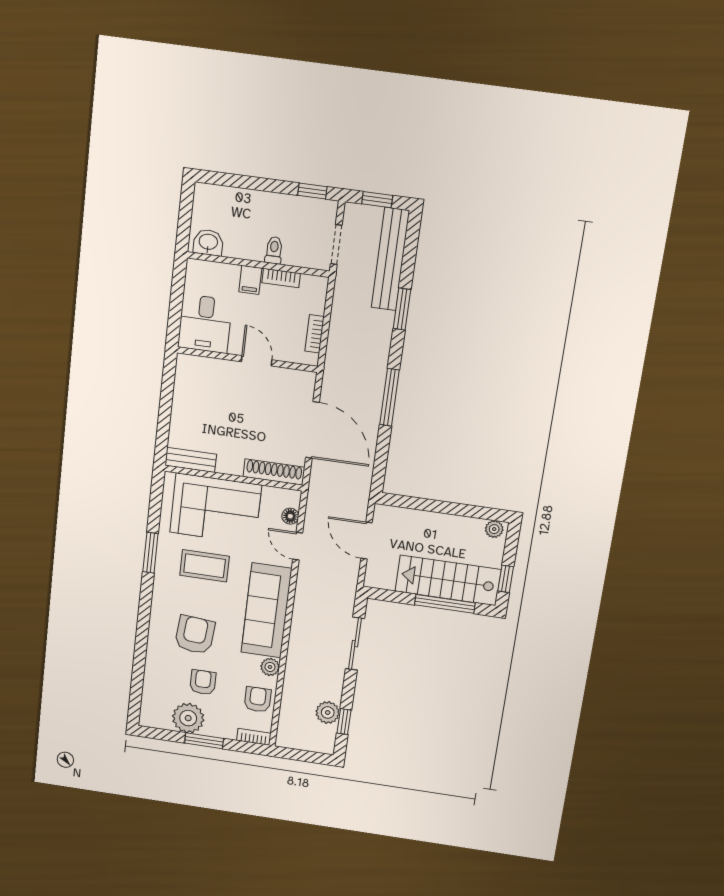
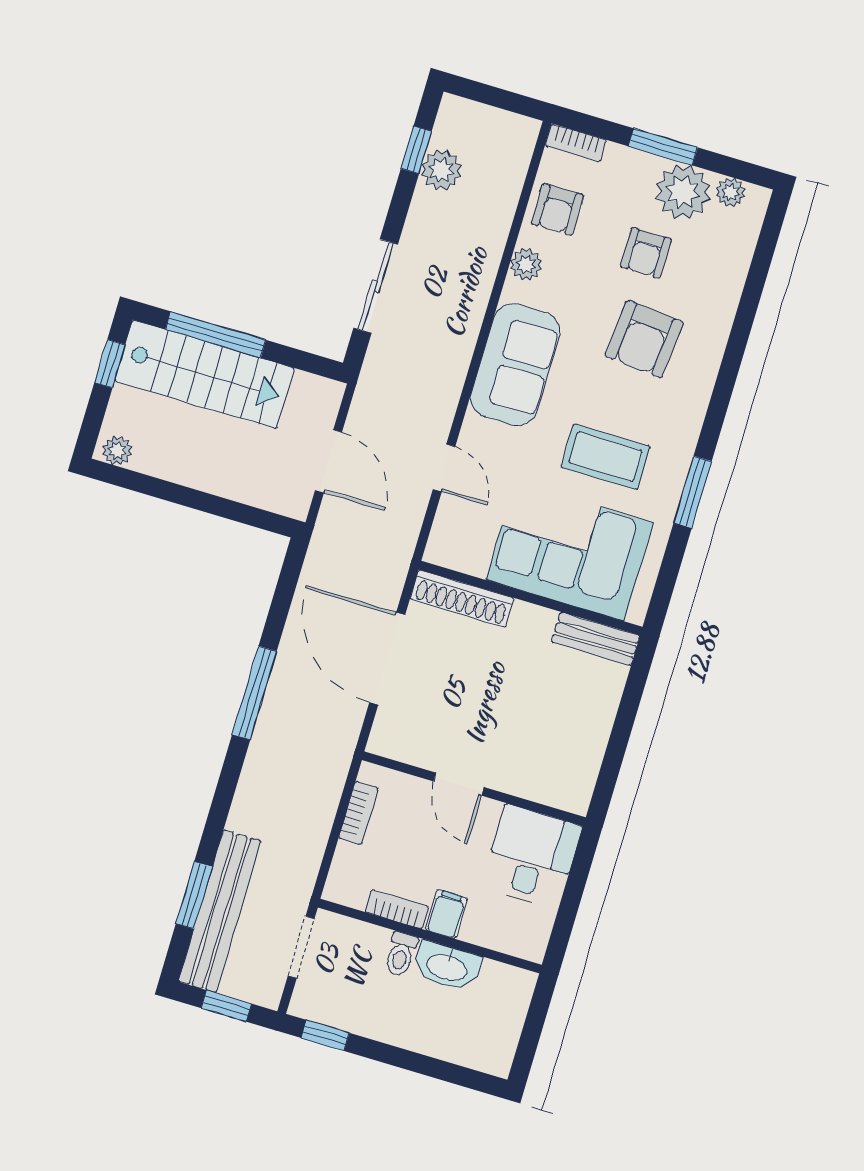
washbasin: (208, 242) -> (447, 966), moved, width x1.38
window: (402, 309) -> (194, 895), moved
floor lamp: (290, 516) -> (448, 521), removed
sofa: (266, 610) -> (515, 365), width x0.73
plant: (161, 721) -> (731, 192), added

